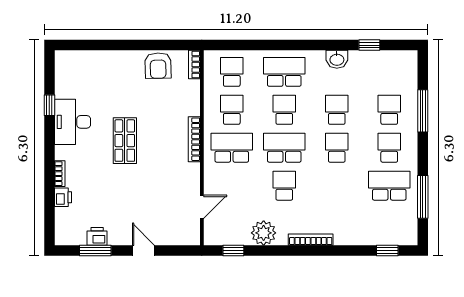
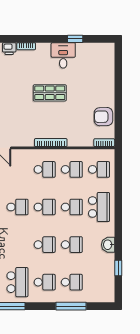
desk: (73, 122) -> (63, 55), width x0.73
school desk: (232, 148) -> (45, 169), width x0.54
school desk: (284, 148) -> (45, 207), width x0.54

